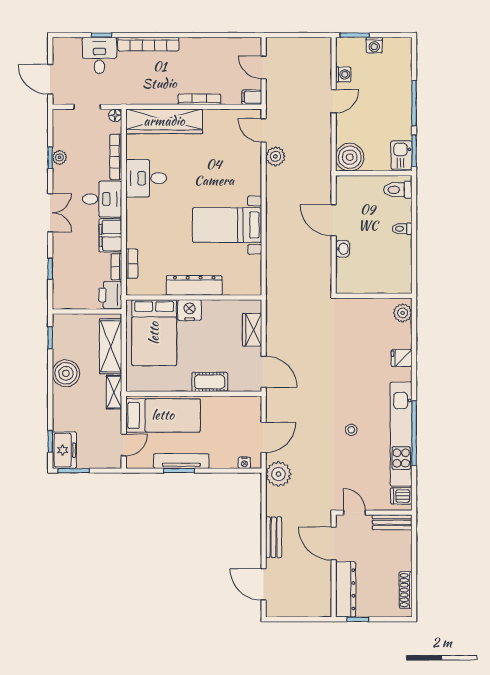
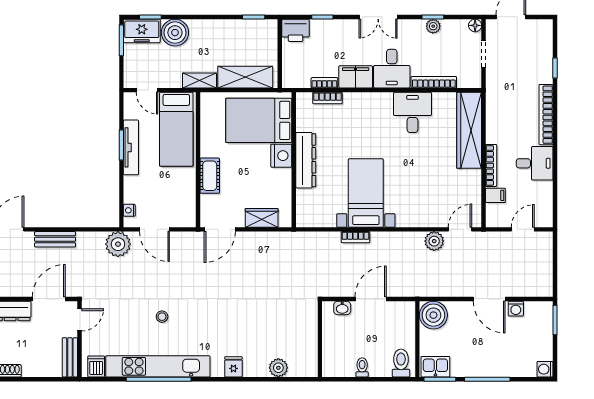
washing machine: (374, 45) -> (545, 369), moved
desk: (99, 55) -> (535, 163), moved
filing cabinet: (252, 97) -> (495, 195), moved, turned 90
door: (334, 101) -> (489, 299), width x1.38
floor lamp: (115, 115) -> (475, 25), moved
bookcase: (271, 235) -> (355, 237), added
printer: (110, 295) -> (296, 30), moved, turned 180
wall: (374, 296) -> (320, 339), moved
boiler: (66, 373) -> (175, 33), moved

